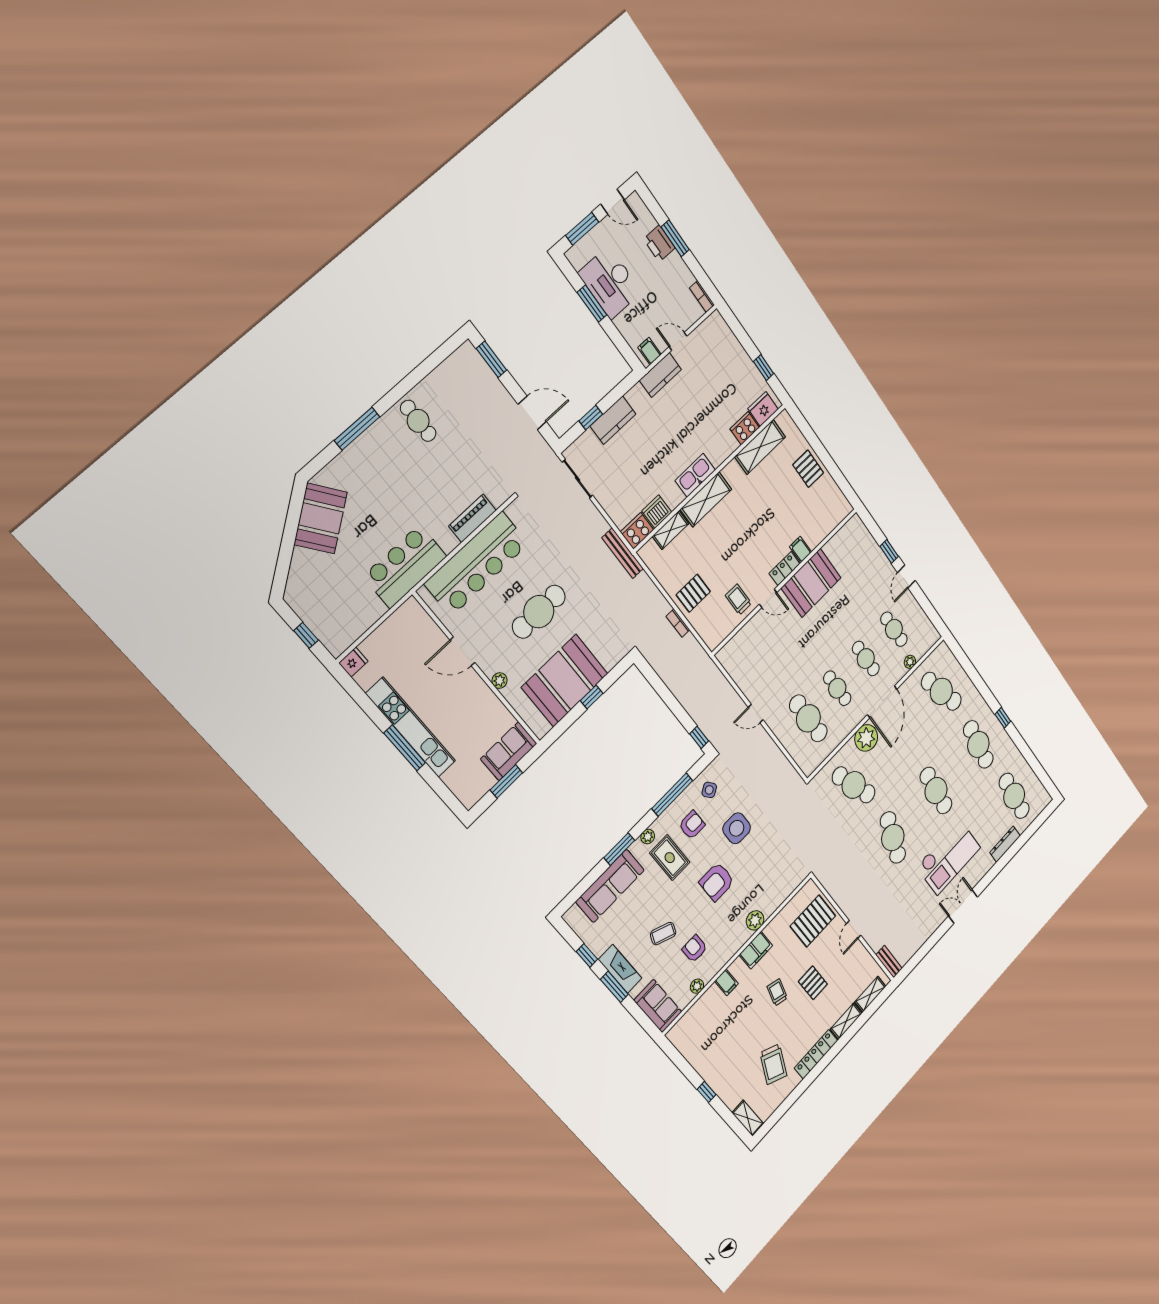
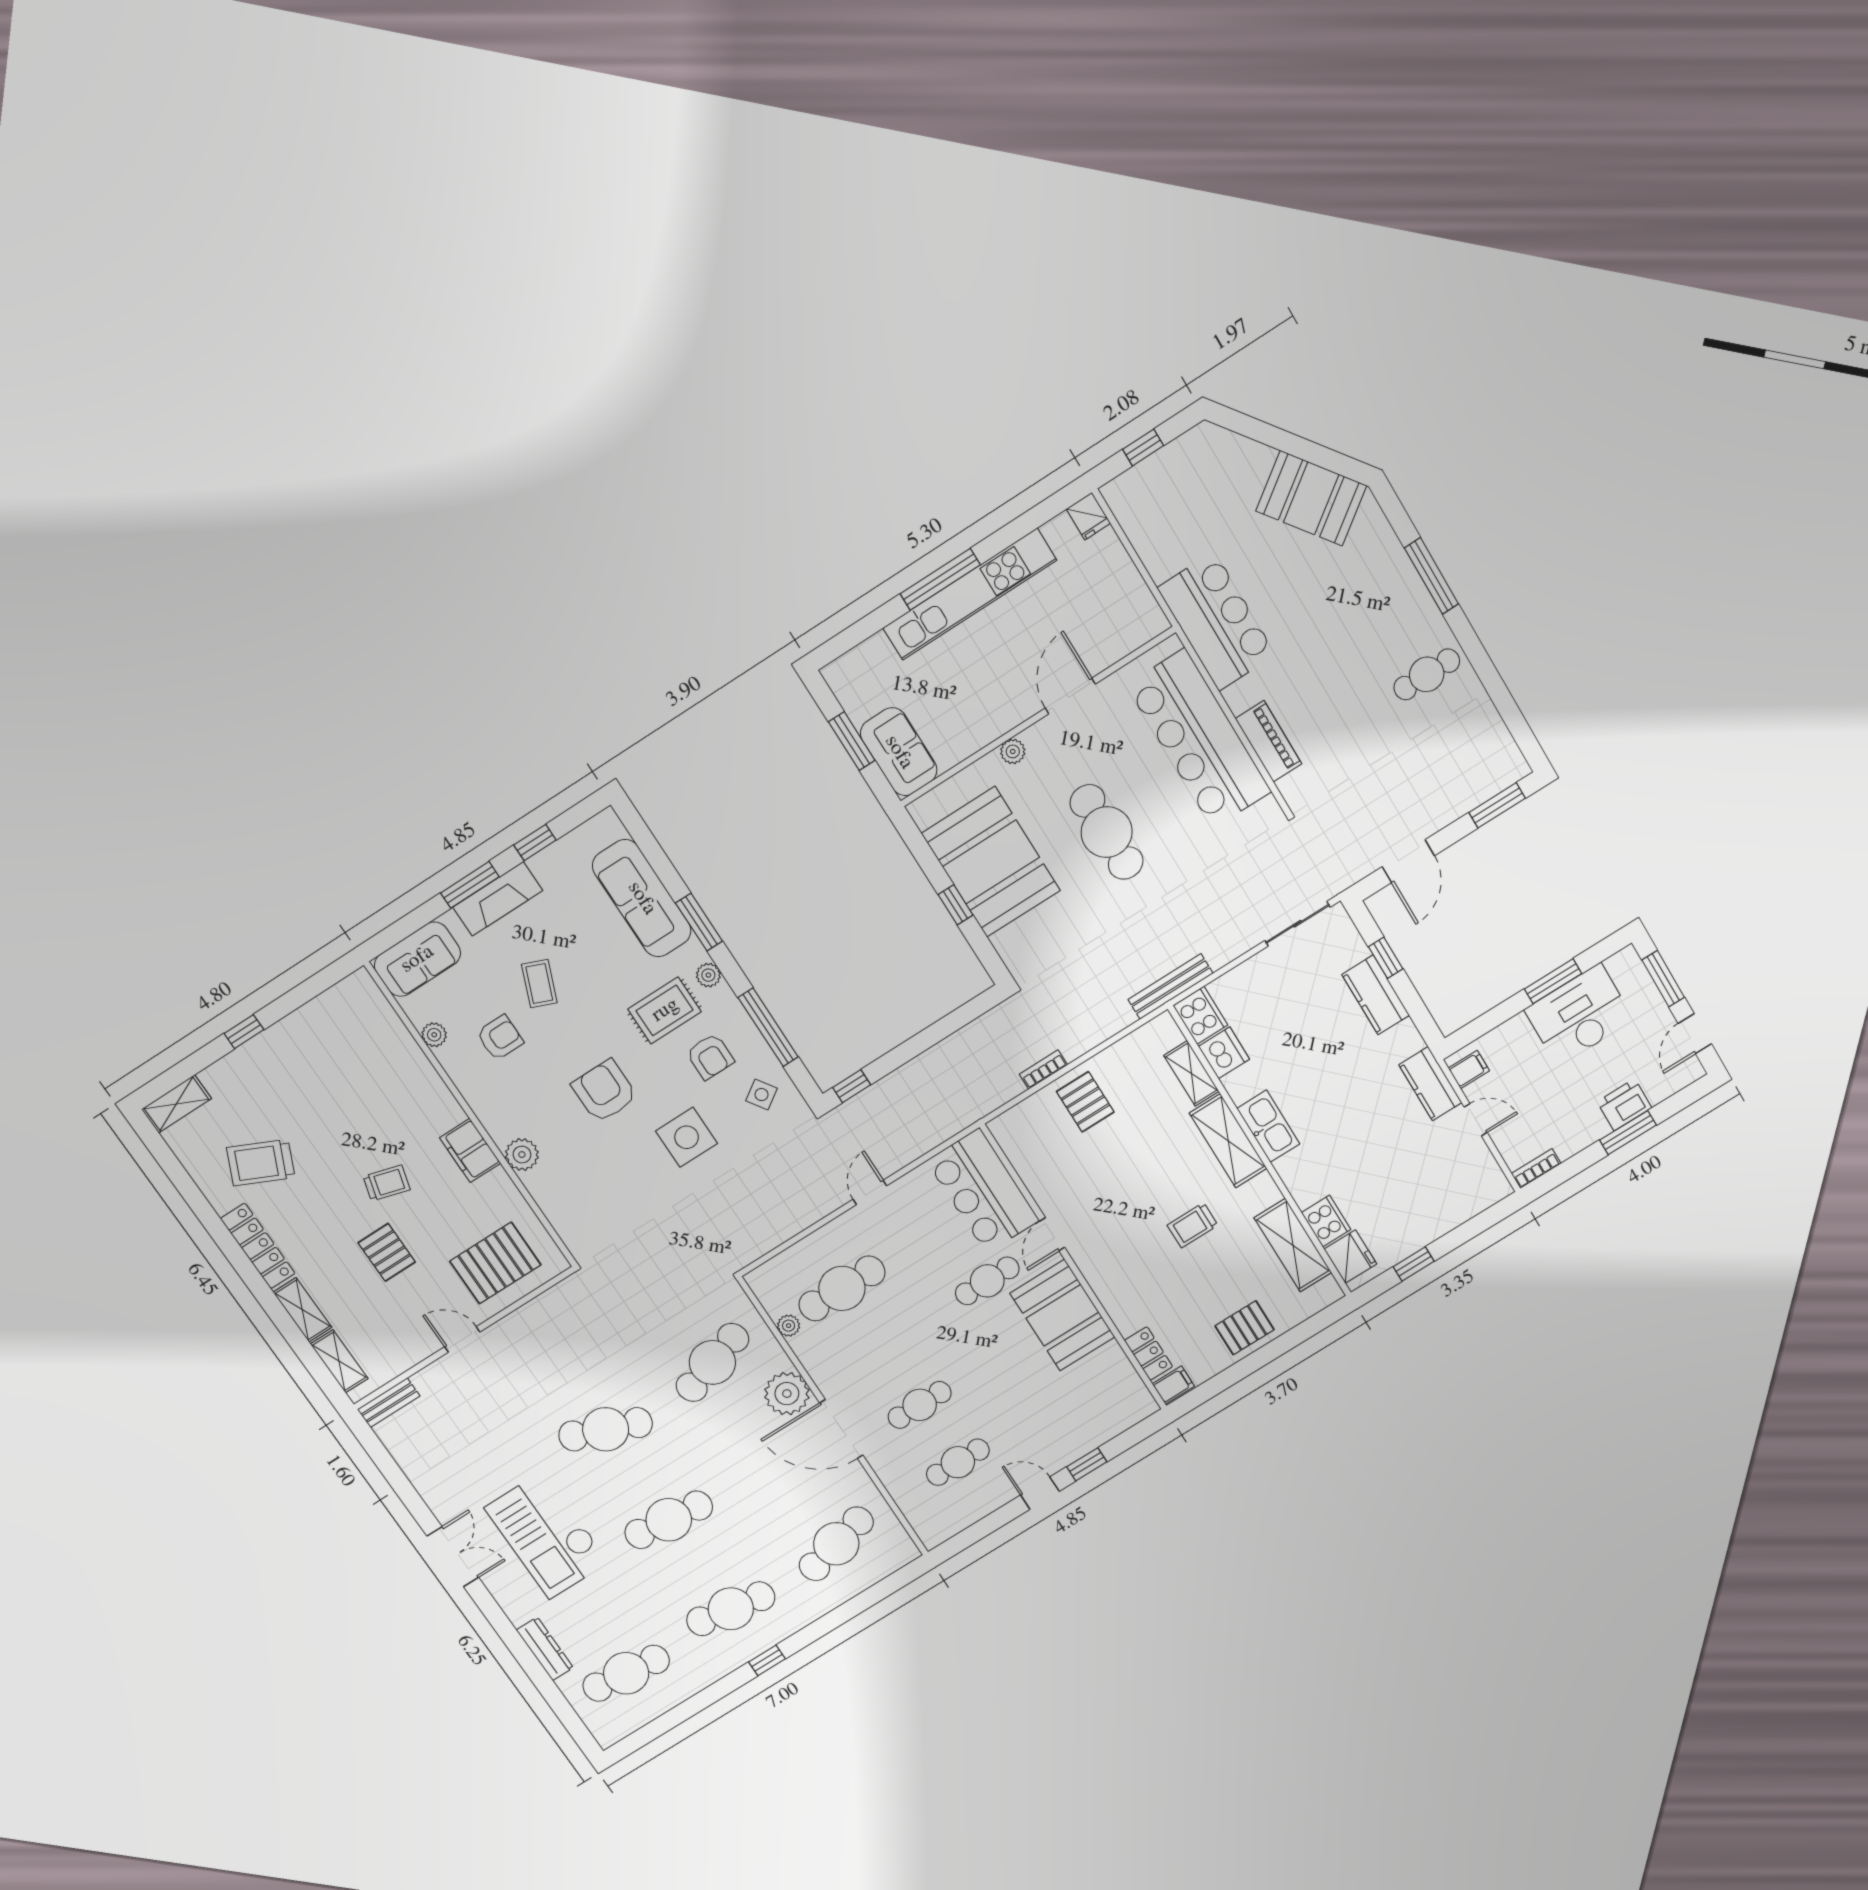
door: (678, 341) -> (1476, 1120), hinge flipped
filing cabinet: (800, 549) -> (1173, 1385), moved
locker: (785, 569) -> (1149, 1354), moved
trolley: (738, 599) -> (1193, 1225), moved, turned 180
bar counter: (748, 646) -> (983, 1191), added
plant: (910, 662) -> (789, 1326), moved
cafe table: (837, 688) -> (987, 1281), moved
pallet: (813, 921) -> (495, 1263), turned 90
filing cabinet: (726, 982) -> (427, 1090), removed
pallet: (813, 983) -> (387, 1252), turned 90

